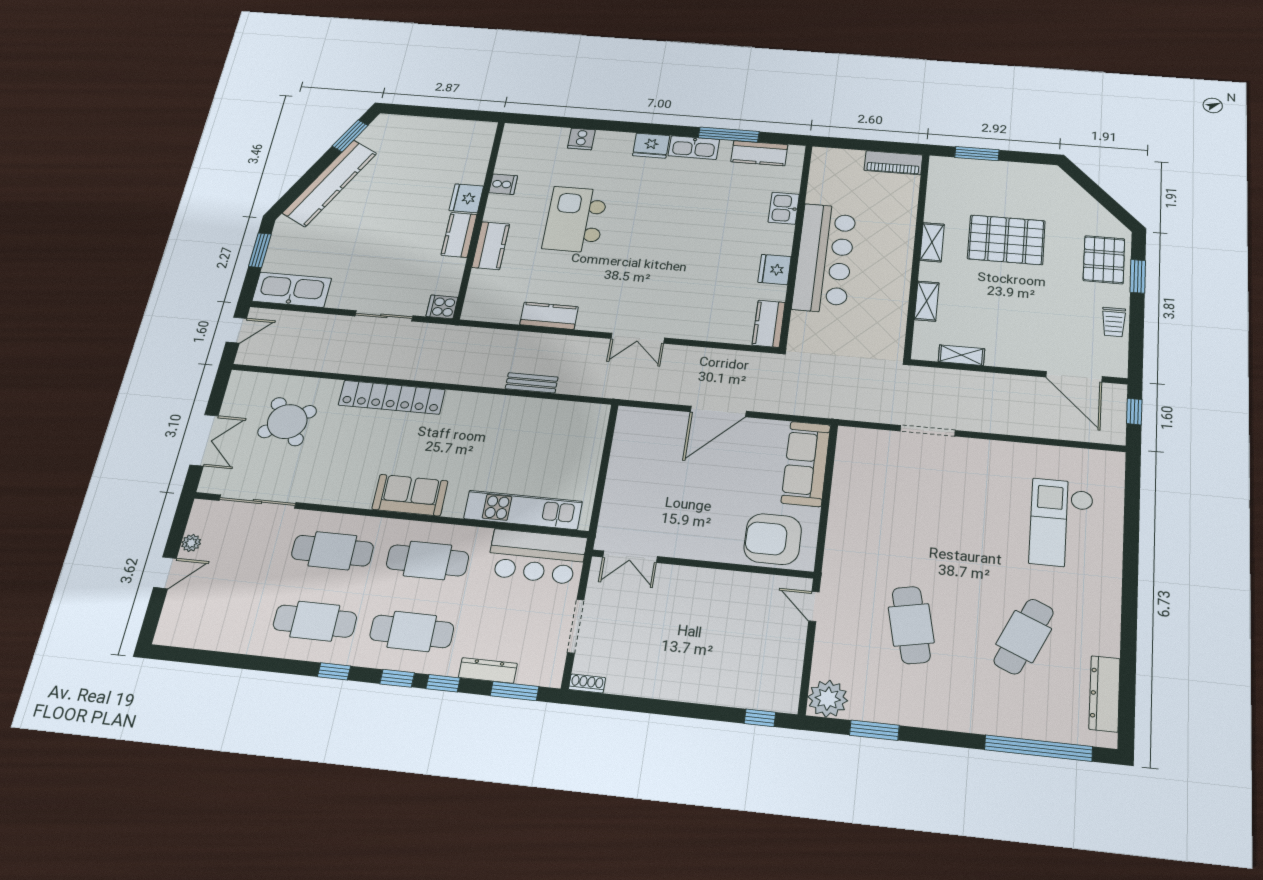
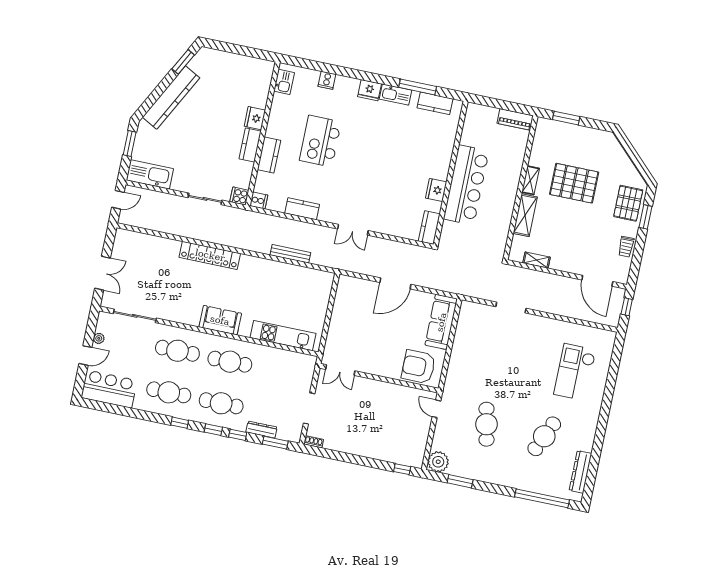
cooker: (503, 184) -> (259, 201), moved
kitchen sink: (784, 208) -> (284, 82), moved, turned 180
shelving: (927, 301) -> (525, 215), width x1.50, depth x1.33
bench: (532, 383) -> (290, 254), width x1.36
round table: (287, 422) -> (150, 266), removed
bar counter: (537, 557) -> (109, 389), moved, turned 180

